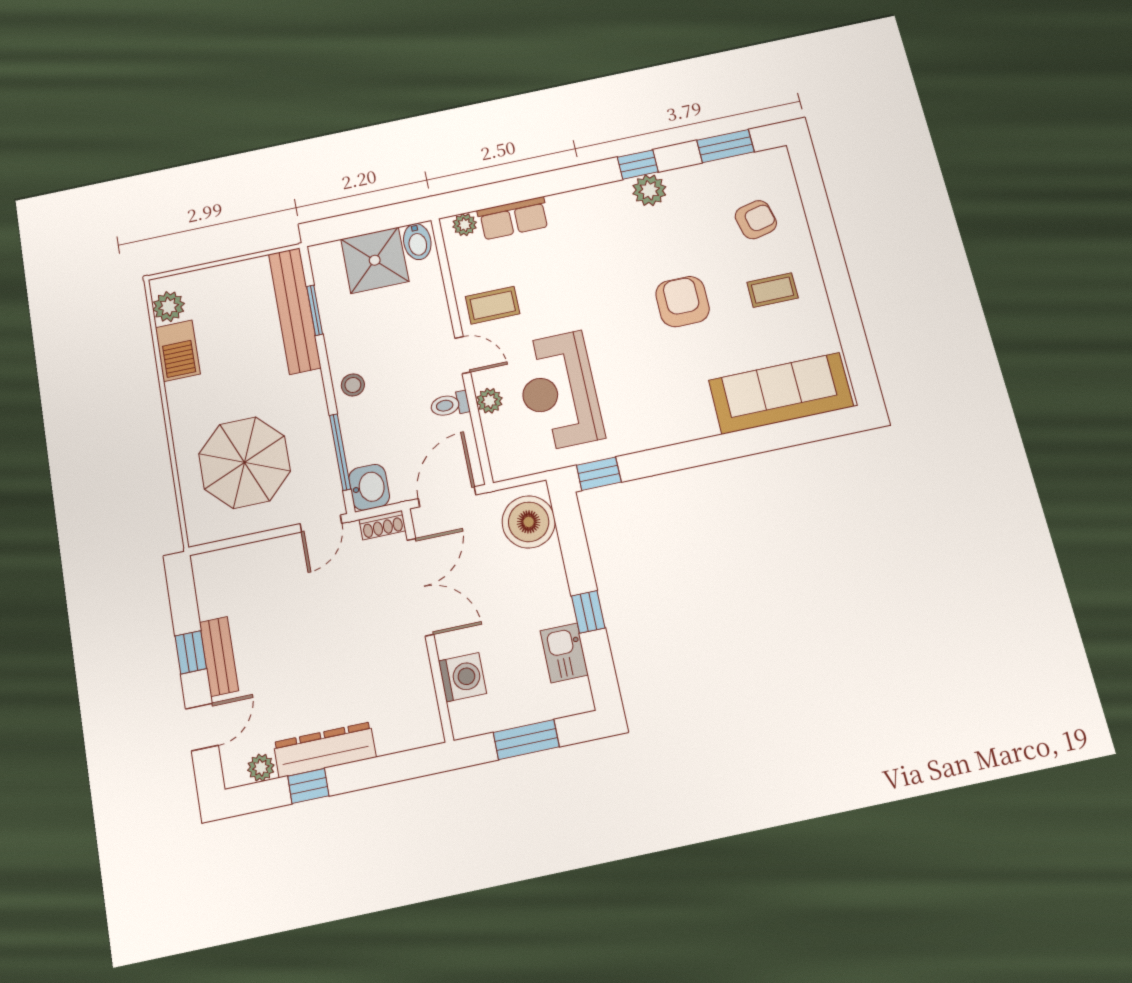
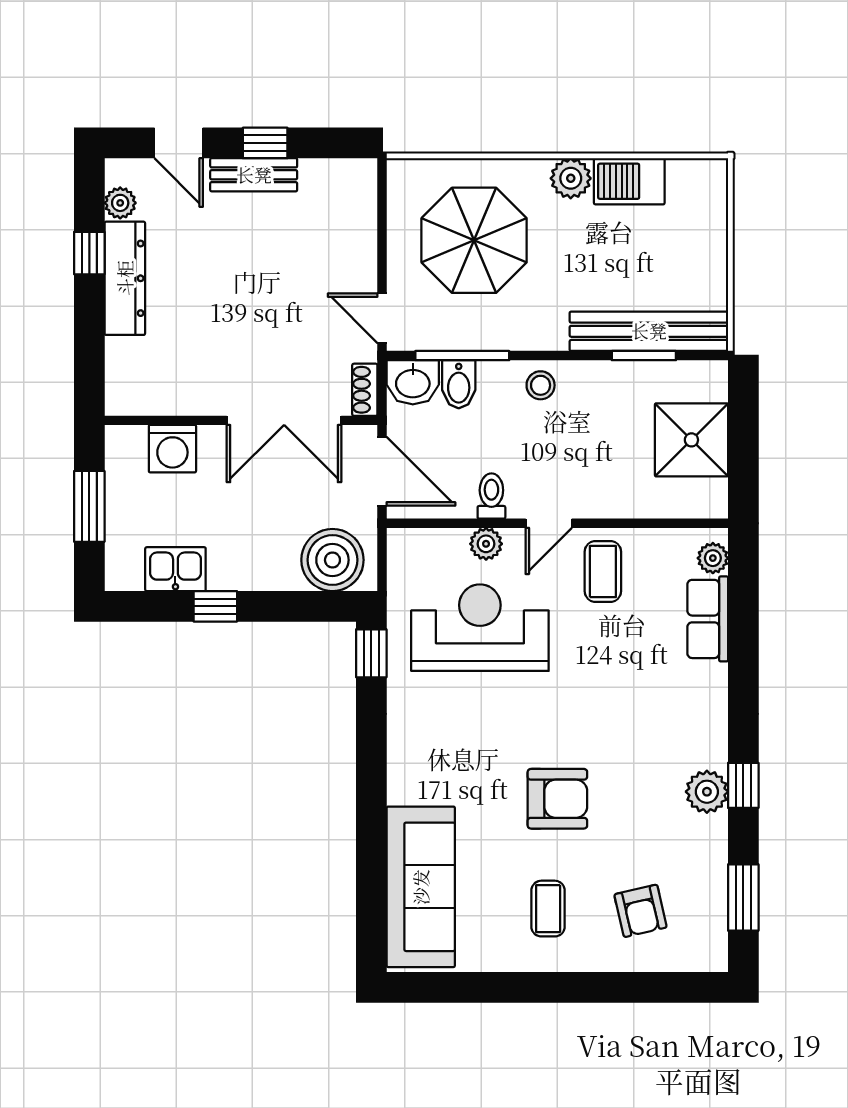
bidet: (417, 242) -> (459, 384), moved, turned -90
plant: (169, 307) -> (571, 178), moved

